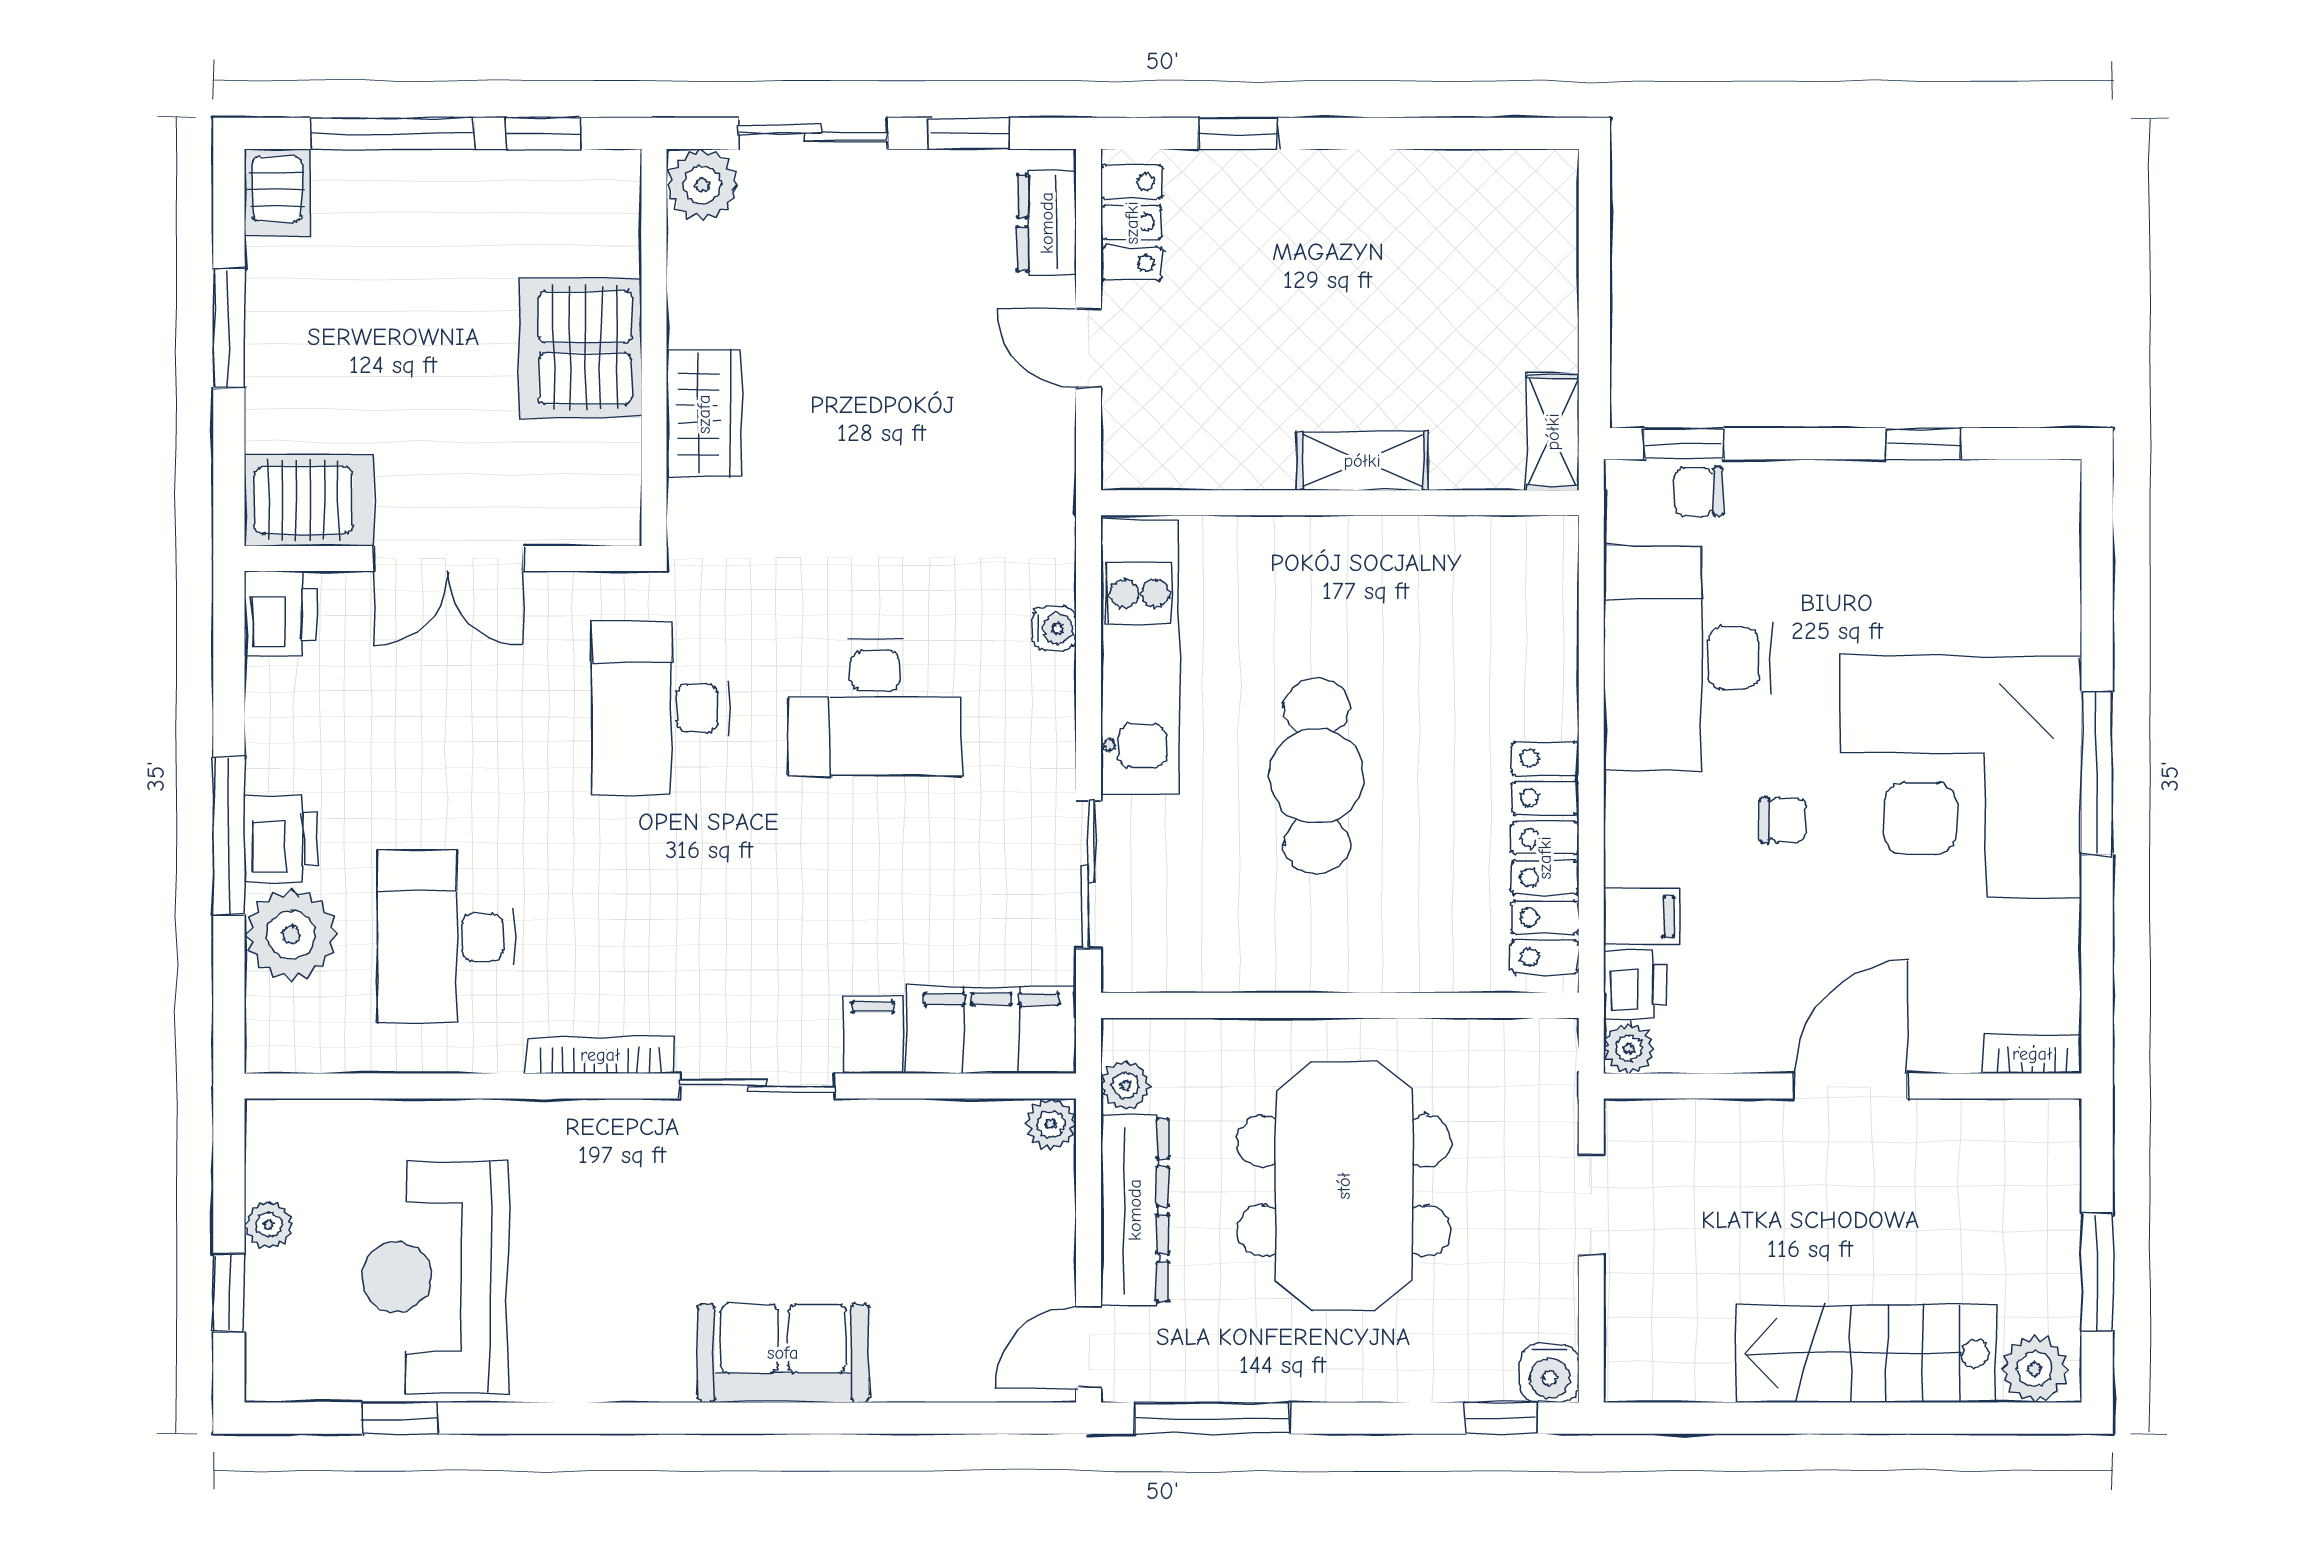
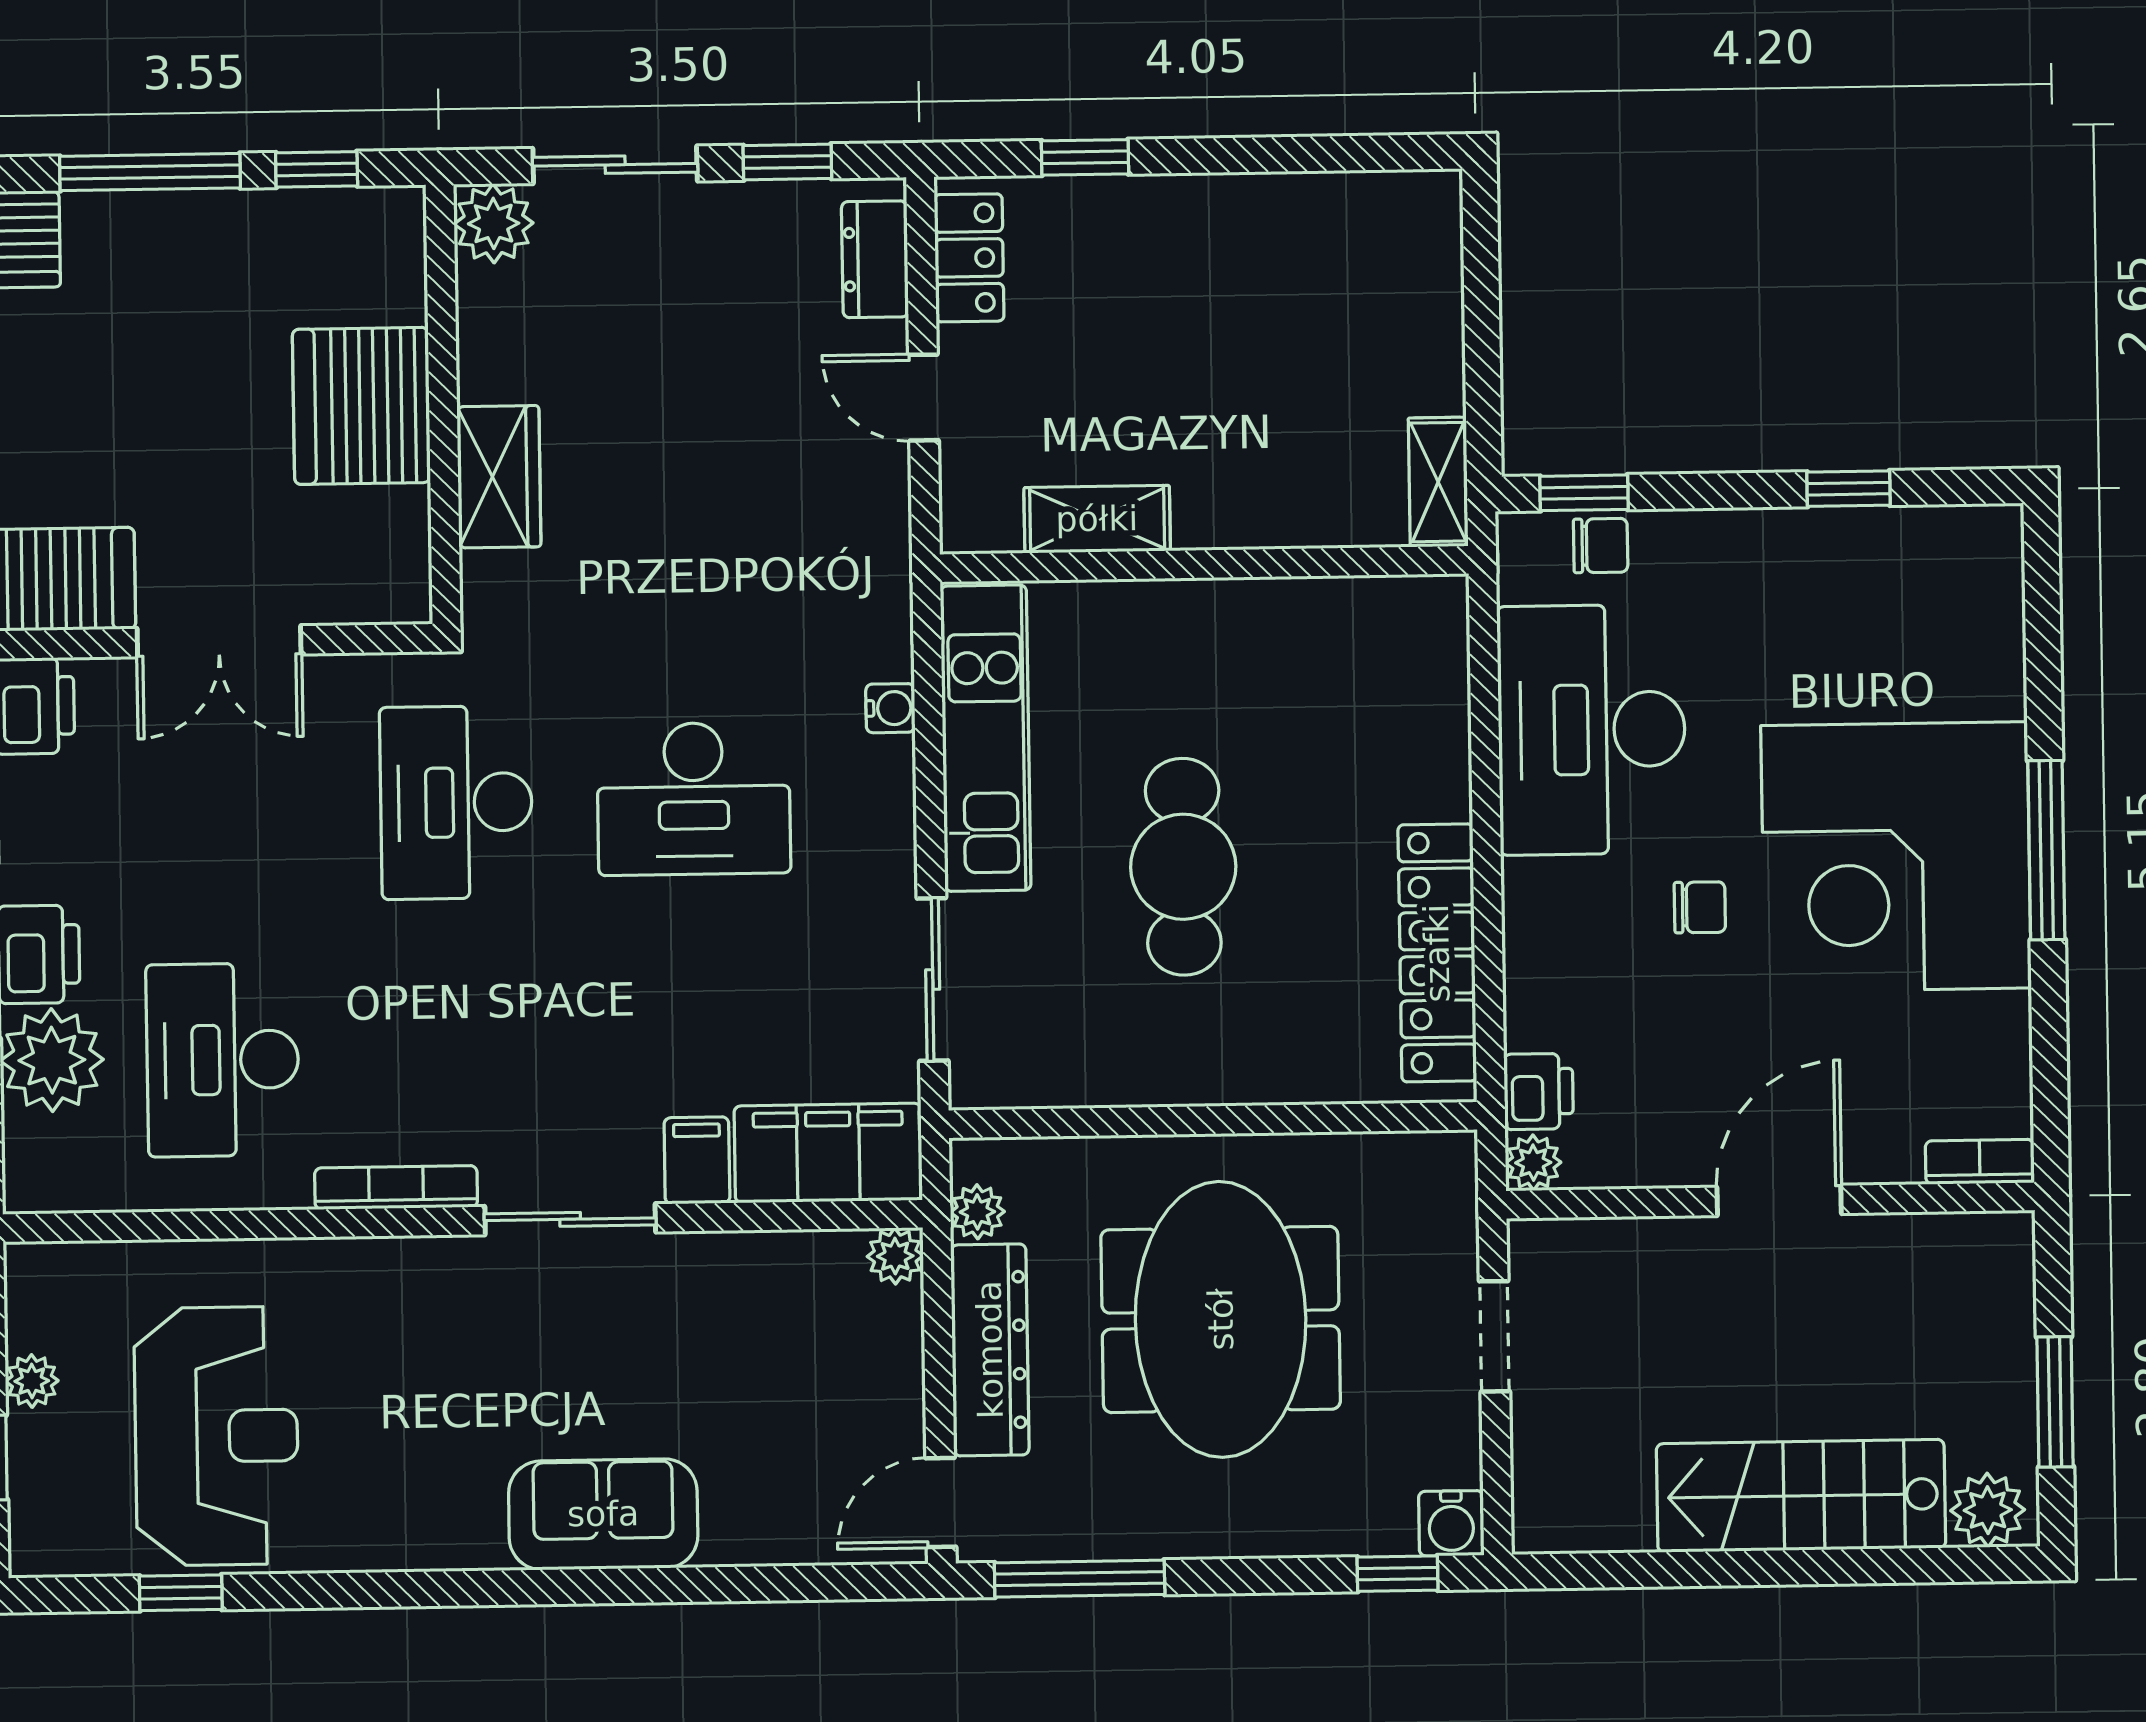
shelving: (1362, 461) -> (1097, 519), moved
chair: (1698, 492) -> (1601, 546), turned 180
filing cabinet: (1642, 917) -> (1545, 1017), removed
reception desk: (435, 1277) -> (216, 1436), turned 180

